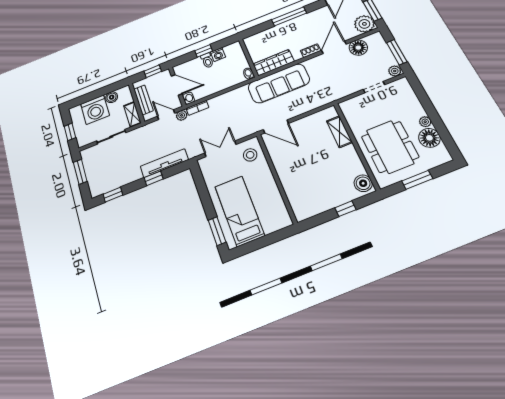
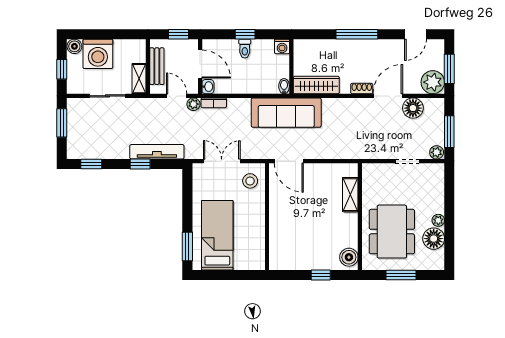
washing machine: (218, 55) -> (282, 46), moved
sofa: (279, 83) -> (286, 113), moved
boiler: (112, 97) -> (74, 46), moved

